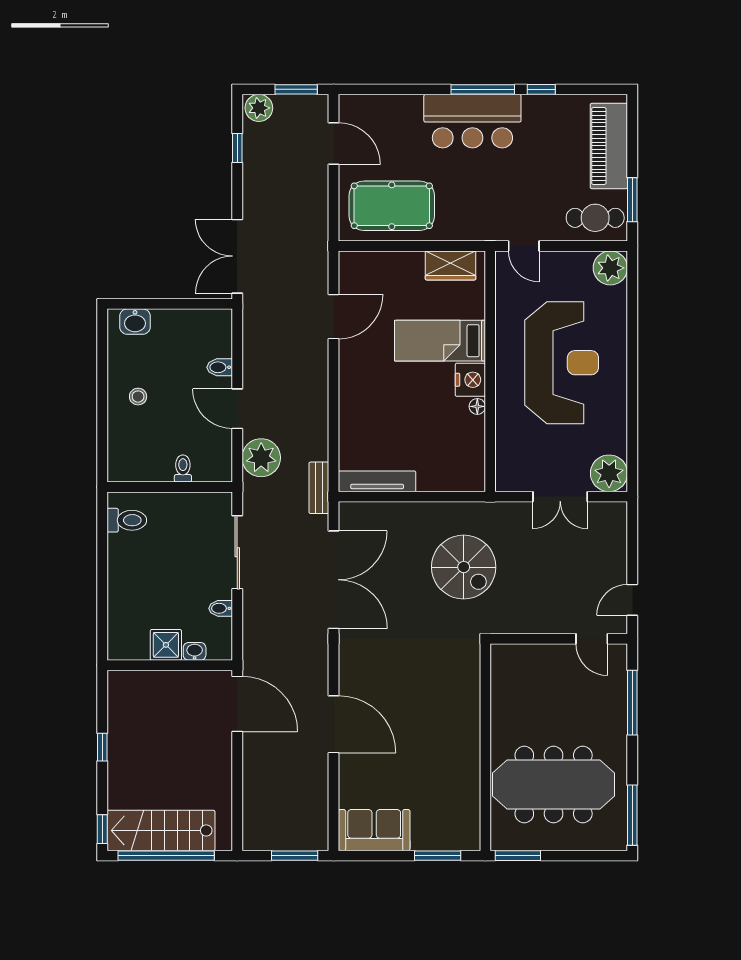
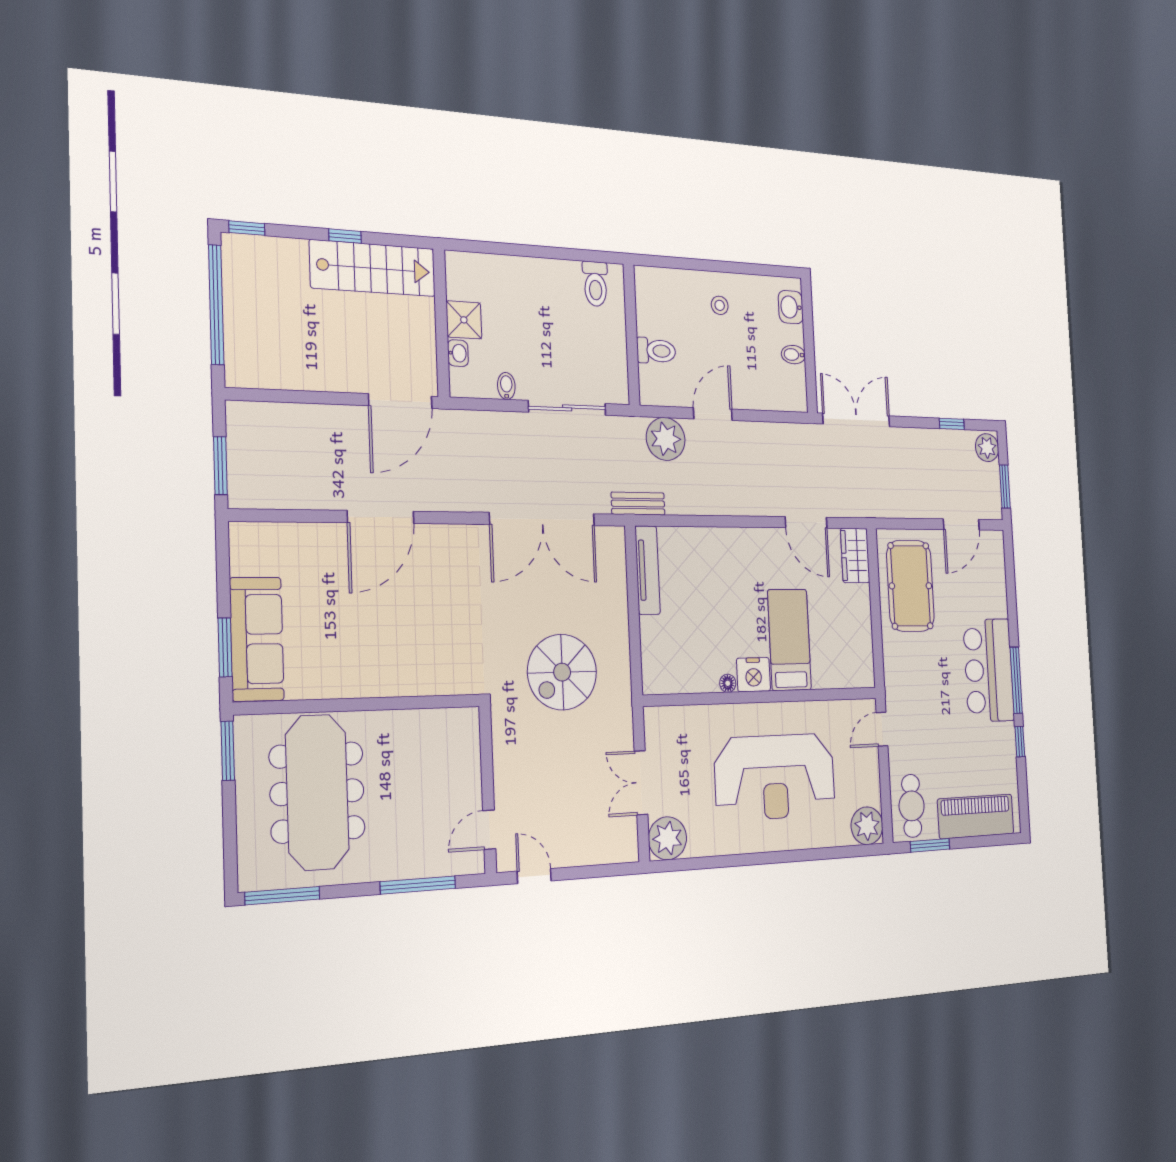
wardrobe: (451, 265) -> (855, 555), moved
bidet: (220, 367) -> (793, 355), moved, turned -90
toilet: (183, 468) -> (656, 351), width x1.37, depth x1.39
stairs: (161, 830) -> (373, 268), moved, turned 90
sofa: (374, 830) -> (257, 639), moved, width x1.36

